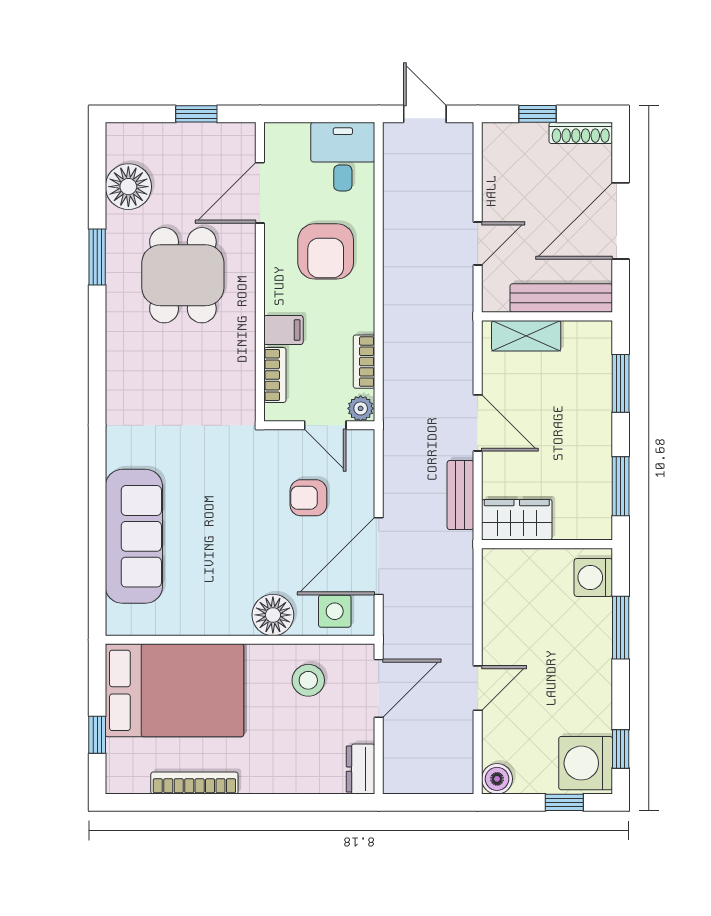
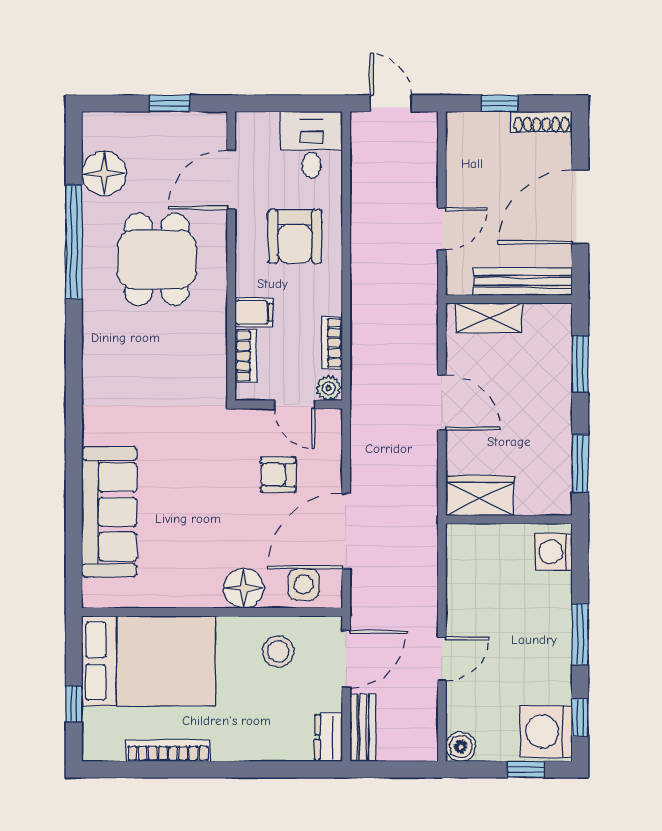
window: (97, 257) -> (74, 242), width x2.11
bench: (460, 495) -> (363, 728), moved
window: (621, 628) -> (580, 634), moved

